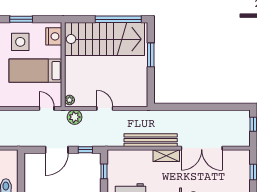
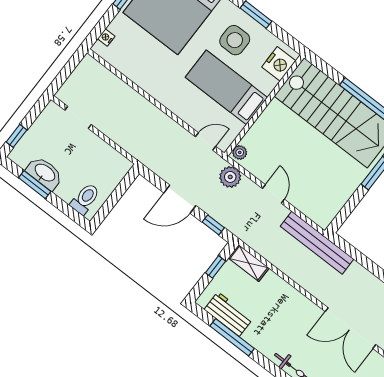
door: (47, 108) -> (206, 141), hinge flipped
bench: (151, 140) -> (317, 243), moved
shelving: (166, 156) -> (249, 263), moved

